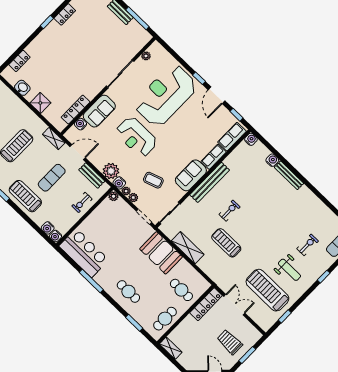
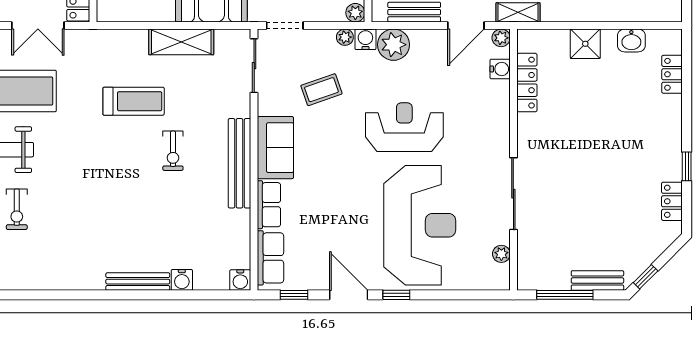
sofa: (99, 111) -> (492, 113), removed
plant: (133, 198) -> (501, 38), moved

